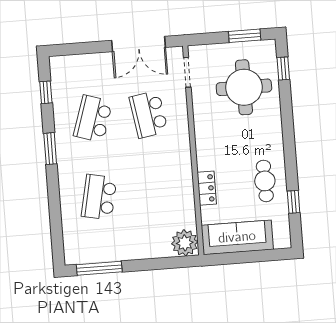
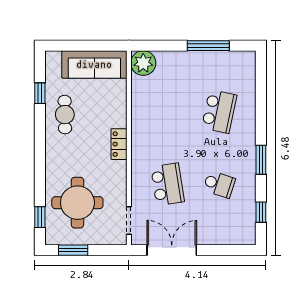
school desk: (93, 119) -> (219, 184), width x0.54
locker: (207, 188) -> (119, 144), moved
window: (99, 268) -> (208, 46), moved

